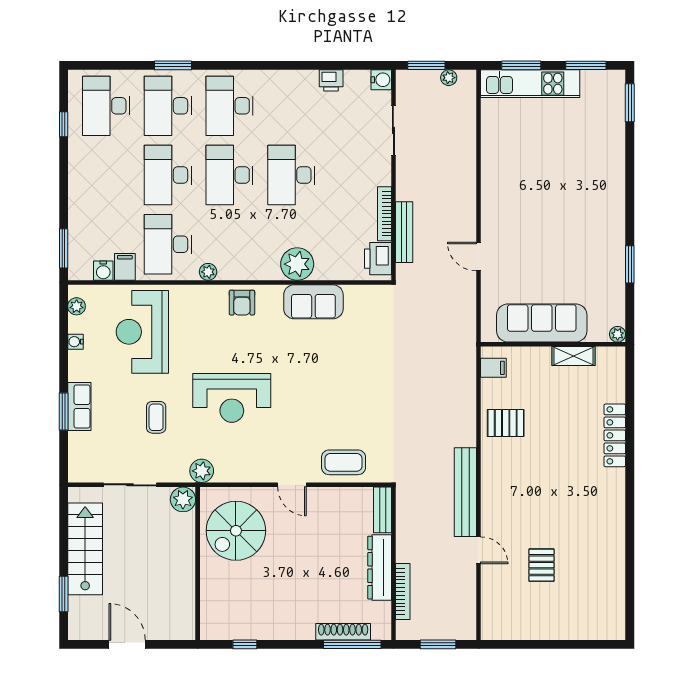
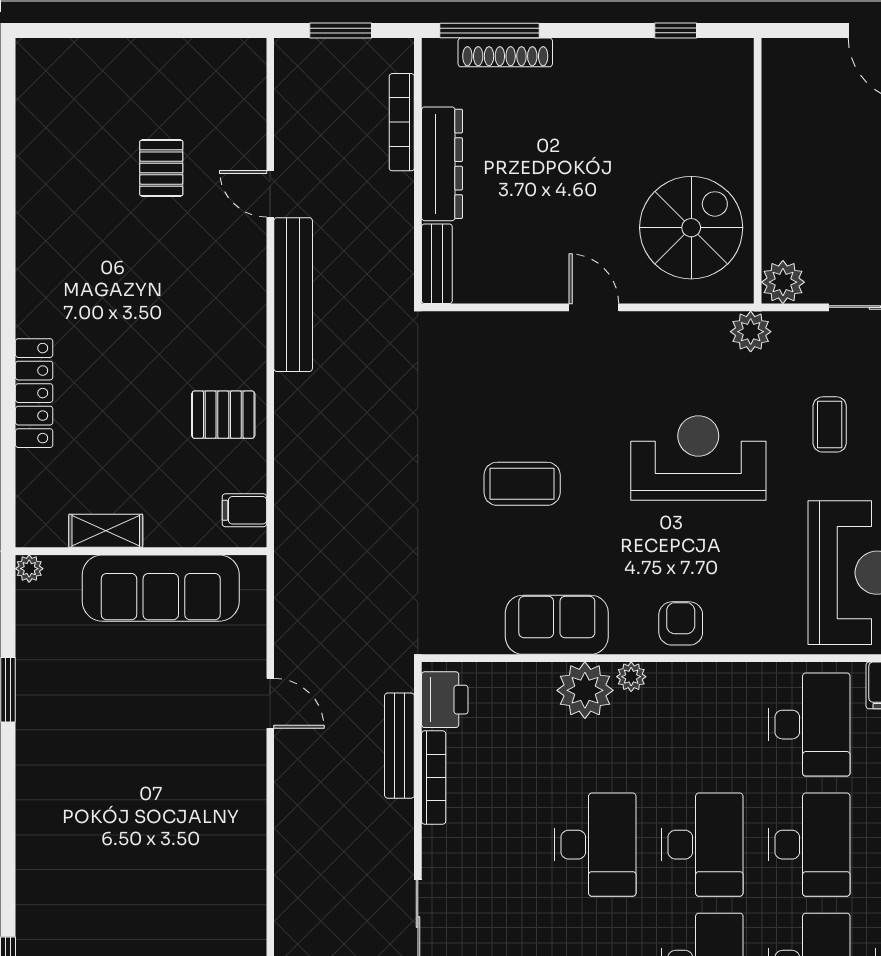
plant: (208, 272) -> (631, 677), moved
coffee table: (344, 462) -> (522, 484), moved

